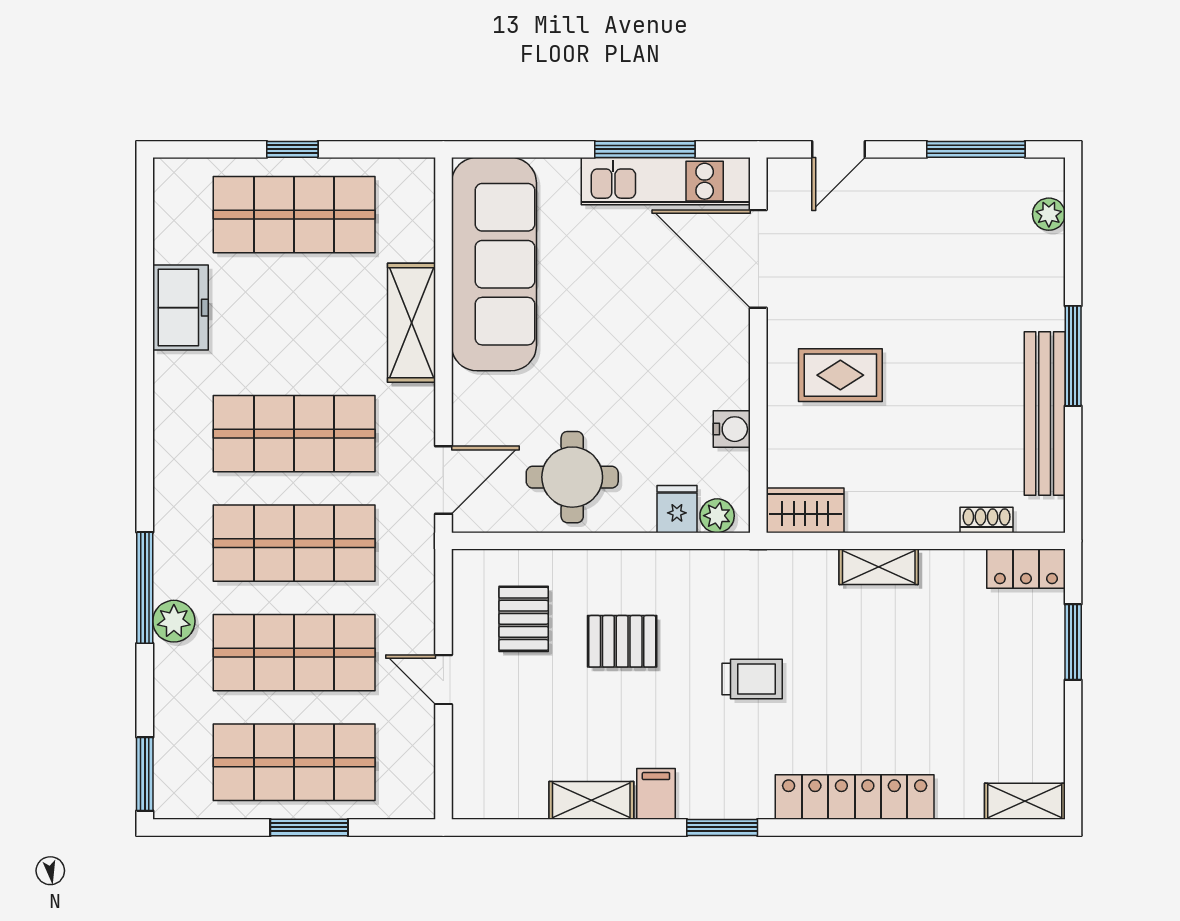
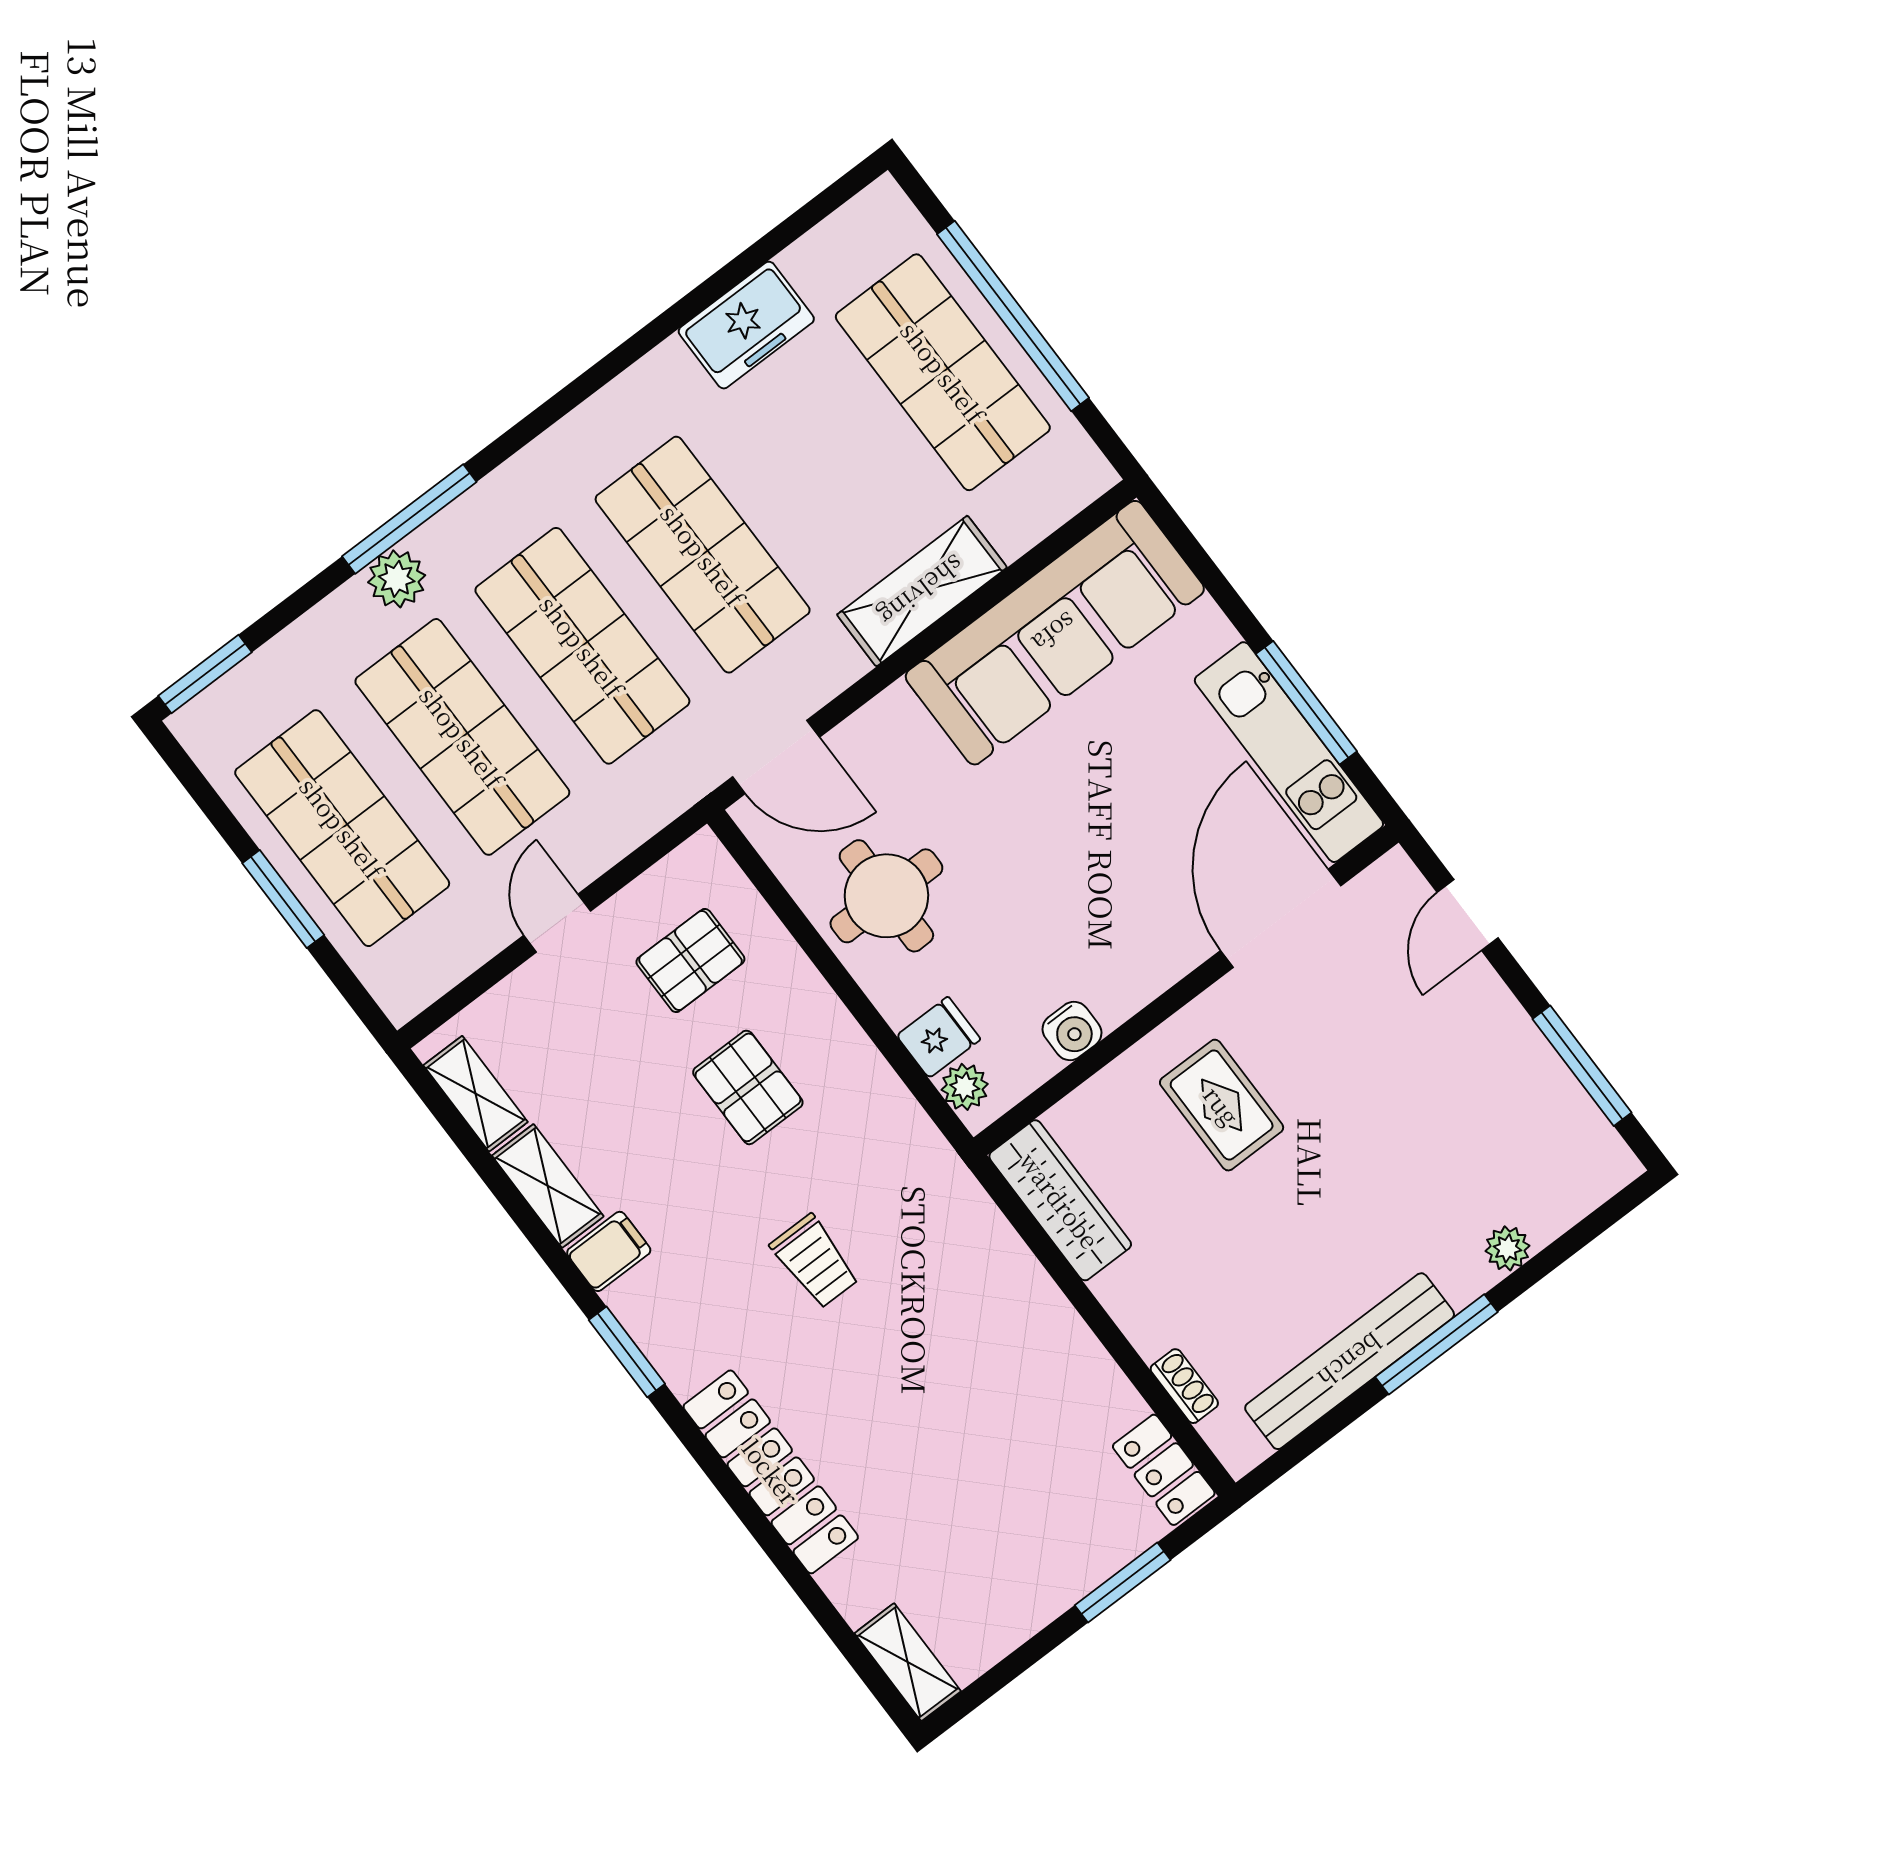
window: (292, 149) -> (1013, 316), width x3.17
door: (839, 149) -> (1468, 915), hinge flipped
plant: (1049, 214) -> (1507, 1248), moved
wardrobe: (805, 510) -> (1060, 1200), width x1.50
shelving: (879, 567) -> (476, 1094), moved

